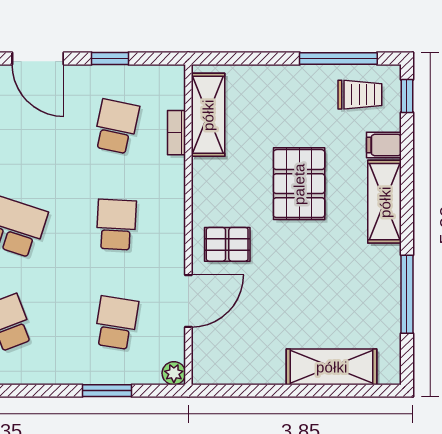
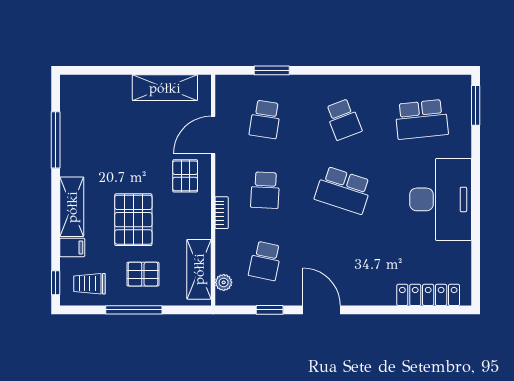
window: (338, 59) -> (134, 310), moved
pallet: (286, 108) -> (143, 274), added
bookcase: (177, 133) -> (222, 213), moved
pallet: (227, 244) -> (185, 176), turned 90
shelving: (332, 367) -> (165, 88), moved
plant: (174, 373) -> (224, 282), moved

